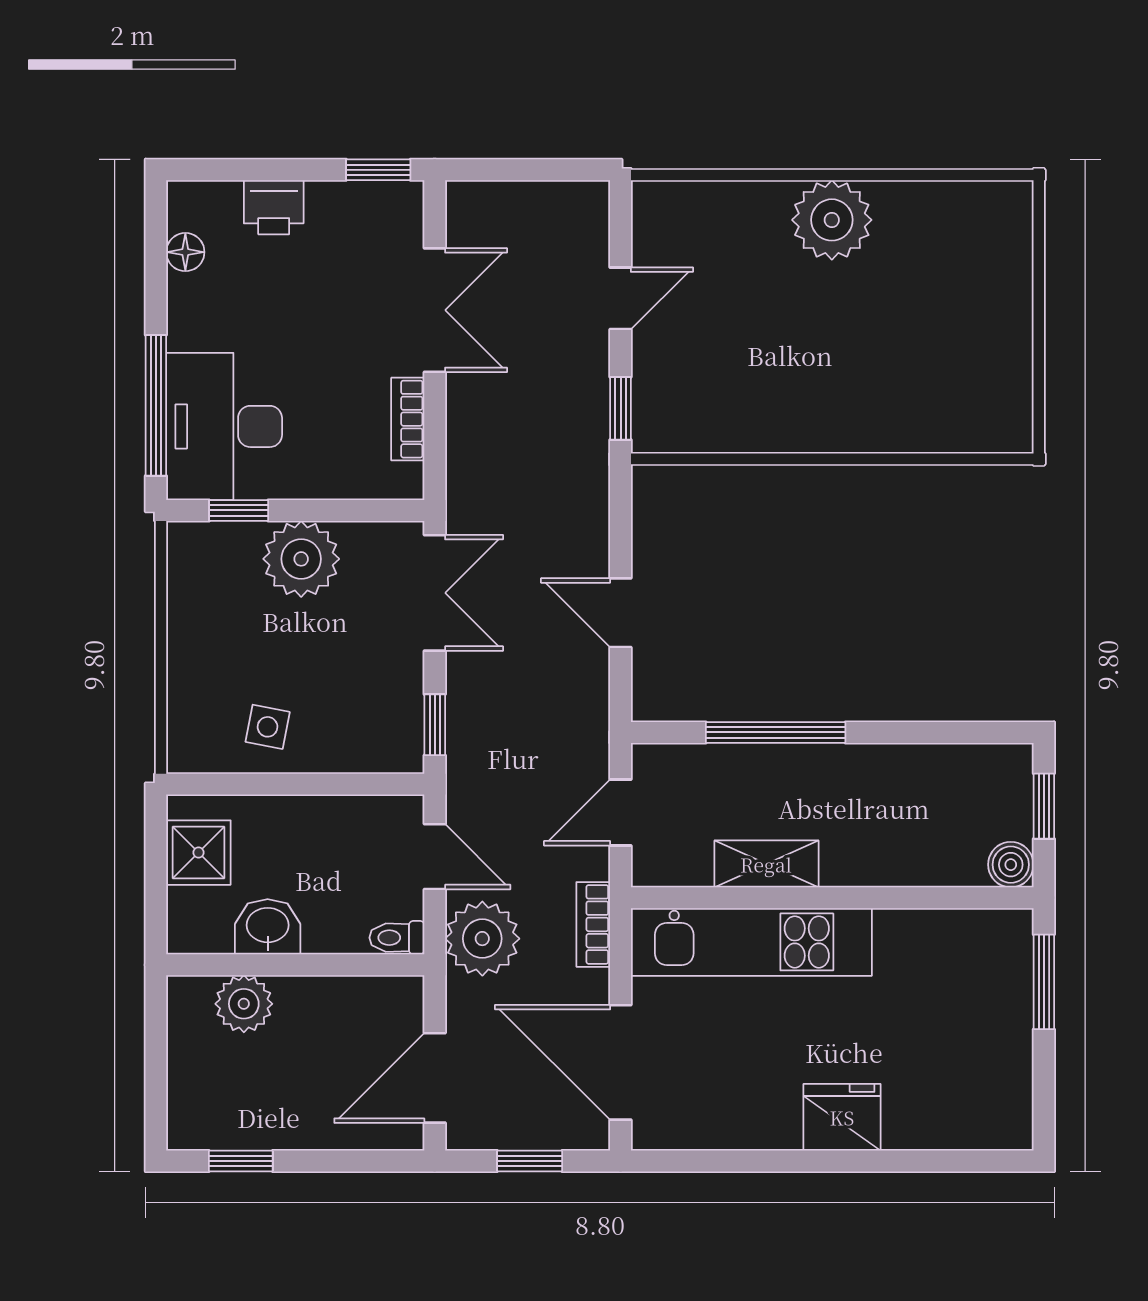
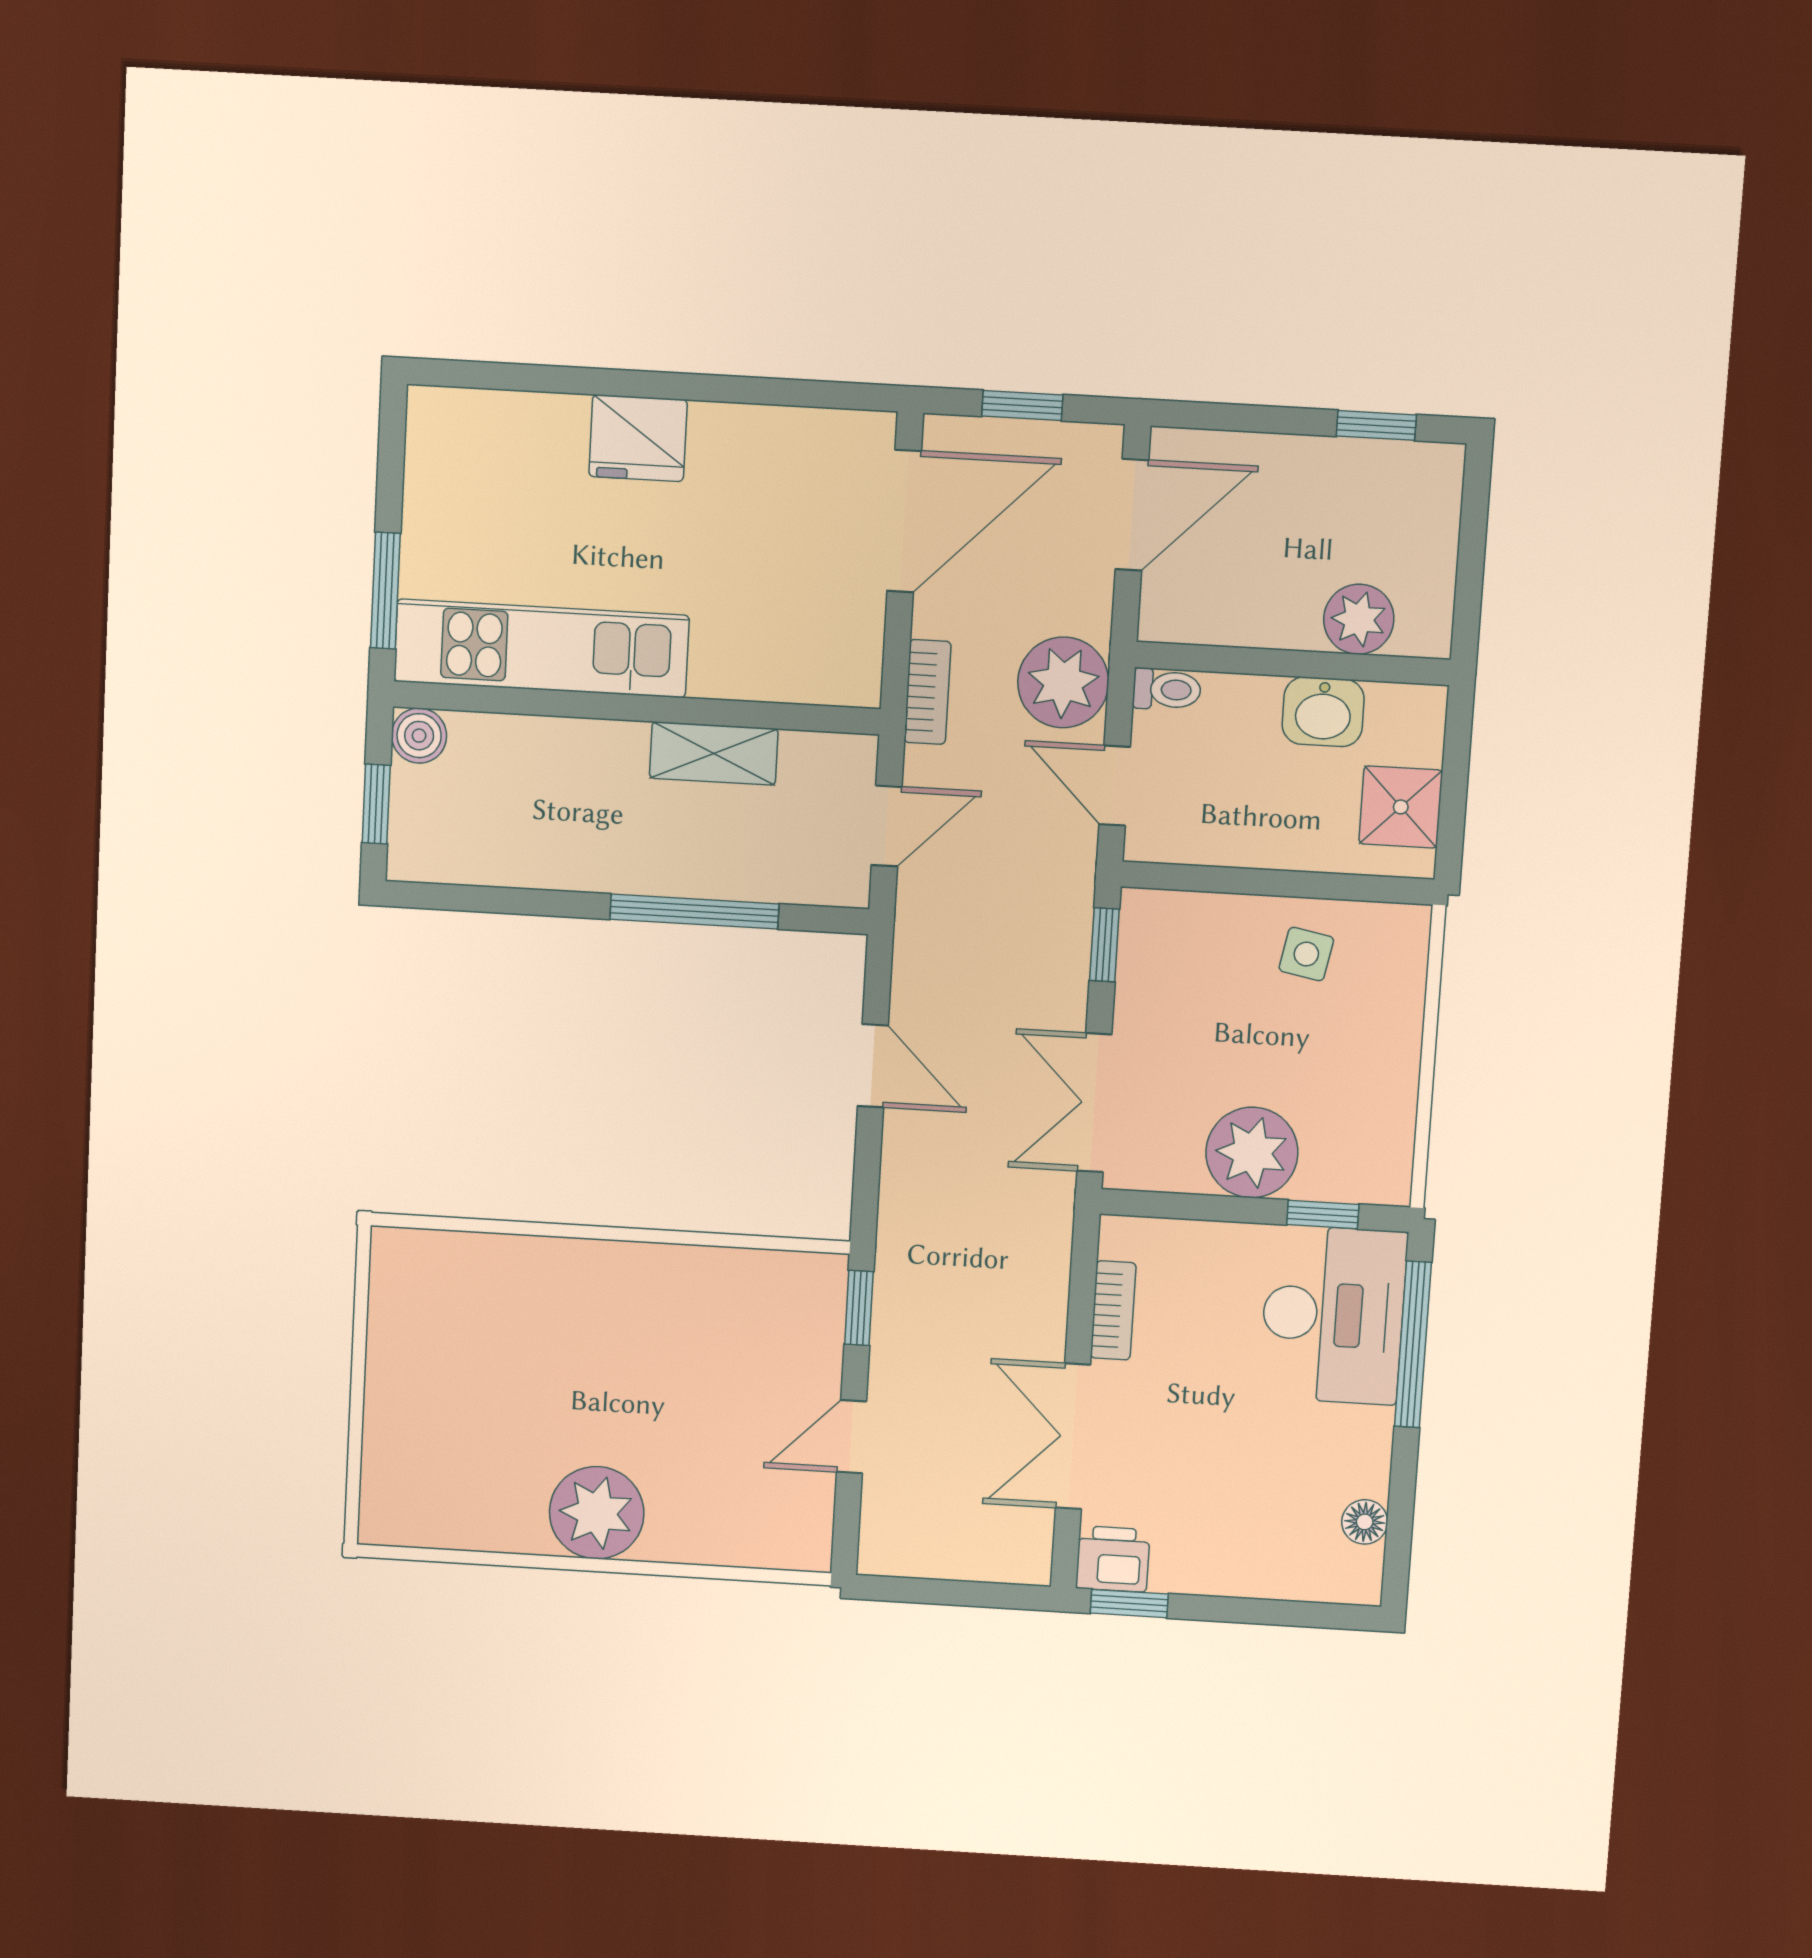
printer: (274, 207) -> (1113, 1559), moved
kitchen unit: (751, 942) -> (541, 648), moved
door: (621, 1062) -> (904, 521), hinge flipped

